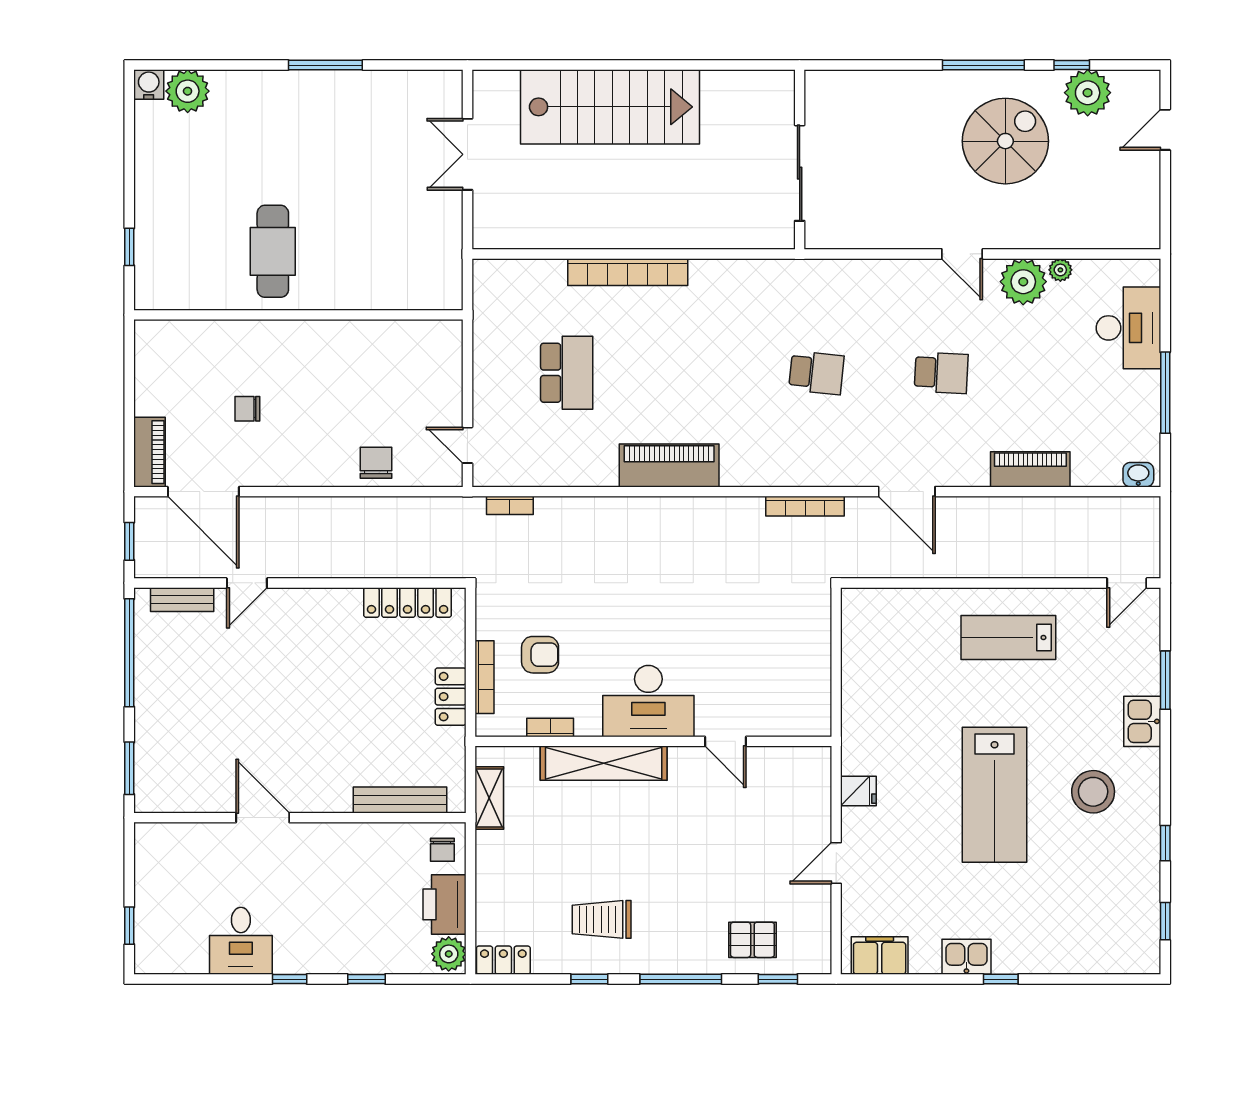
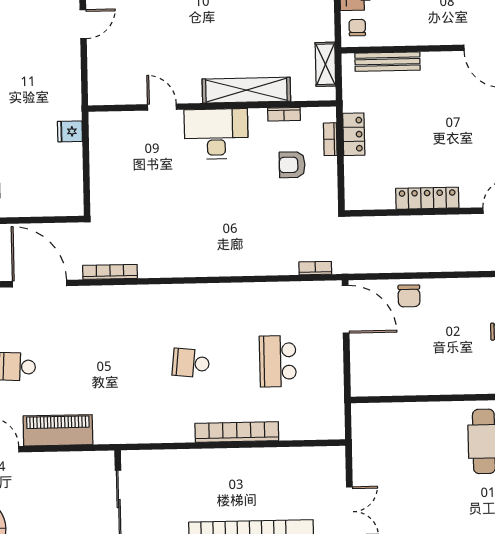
school desk: (816, 373) -> (191, 363), moved
door: (467, 445) -> (346, 309), width x1.88
piano: (669, 465) -> (58, 430), moved, turned 180
door: (907, 492) -> (39, 284), width x1.36
locker: (408, 602) -> (427, 198), moved
bookcase: (484, 677) -> (330, 139), width x0.64
fridge: (858, 791) -> (70, 131), moved

